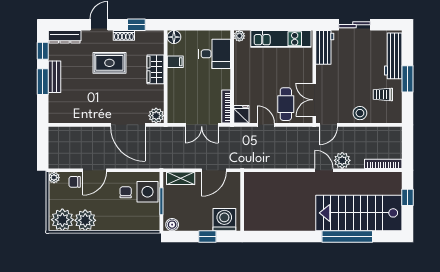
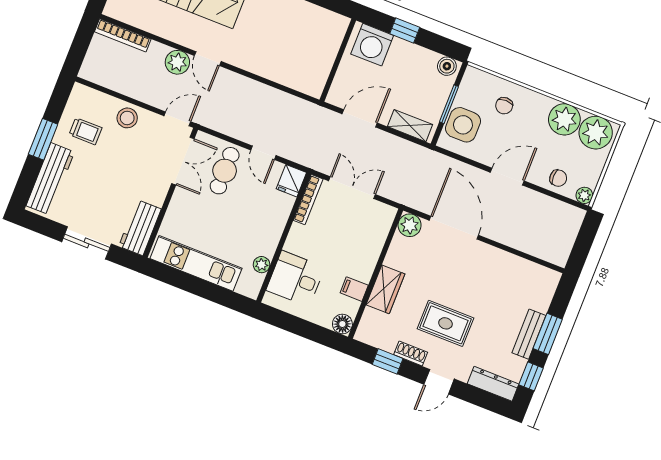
plant: (239, 36) -> (262, 265), moved
door: (95, 170) -> (507, 177), moved
chair: (126, 192) -> (504, 106), moved

